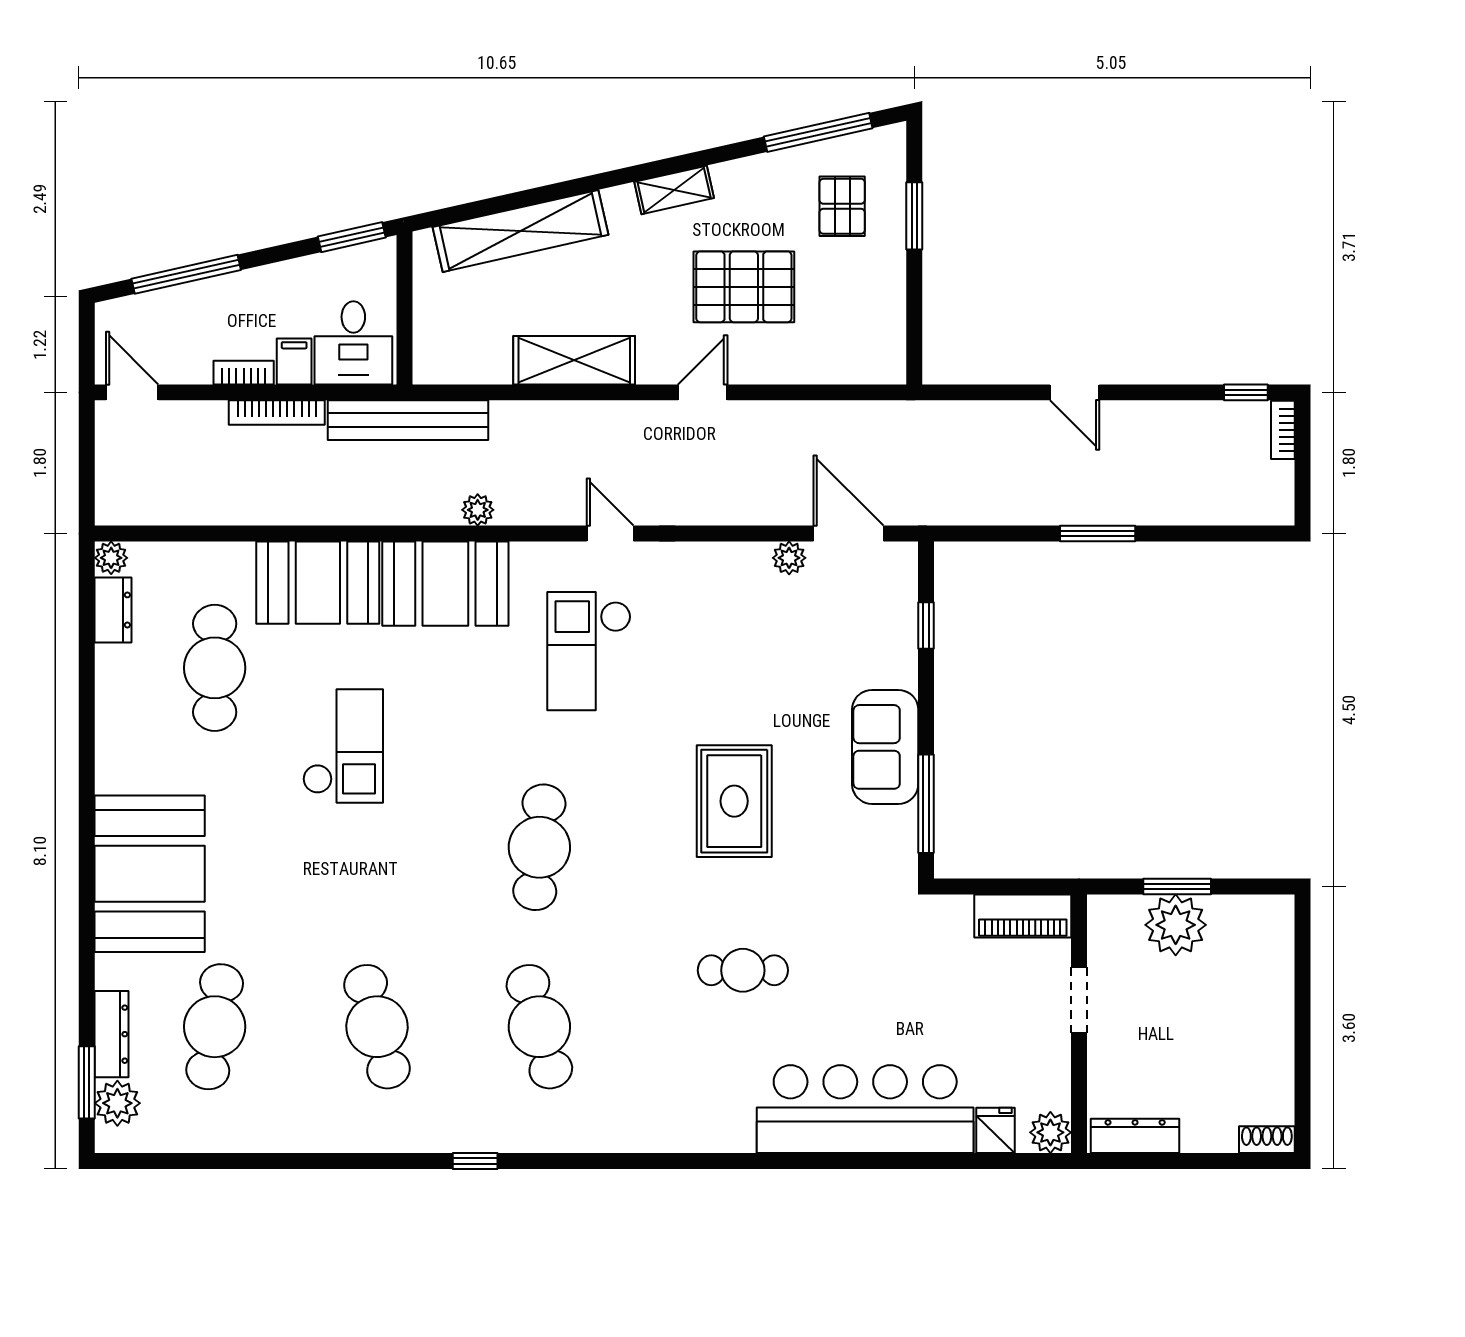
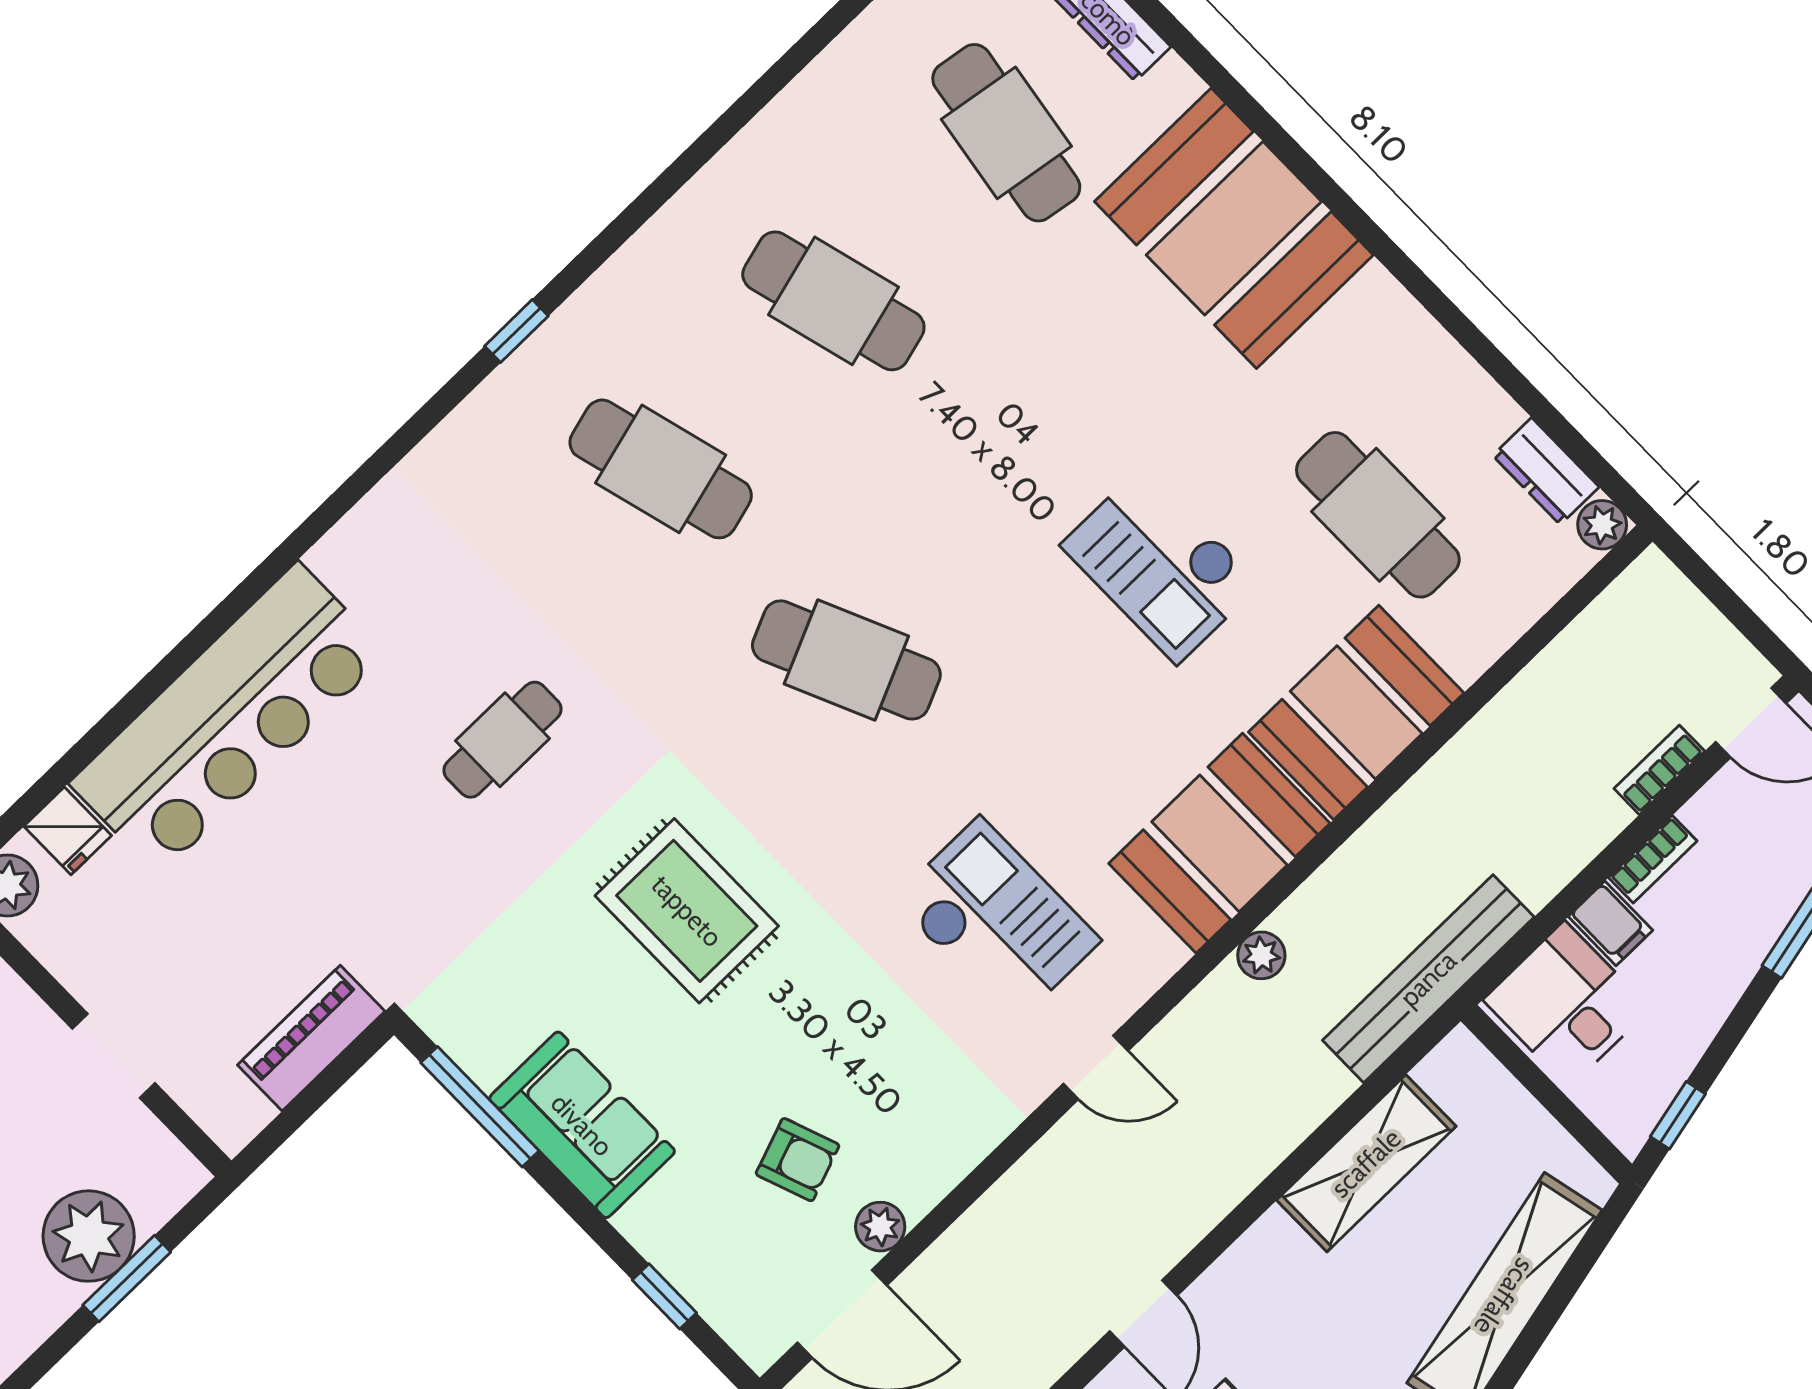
window: (352, 237) -> (1678, 1115), width x0.67
shelving: (574, 360) -> (1366, 1163), moved
bookcase: (277, 413) -> (1659, 770), moved, width x0.64
armchair: (797, 629) -> (798, 1160), added
cafe table: (539, 847) -> (846, 660), turned -30
piano: (1023, 916) -> (311, 1038), moved
window: (475, 1161) -> (516, 331), moved

